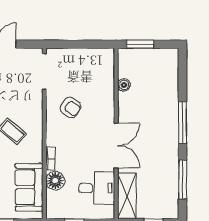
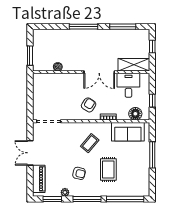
armchair: (71, 107) -> (89, 105), moved
double door: (116, 145) -> (99, 72), swing flipped
floor lamp: (55, 181) -> (135, 114), moved

